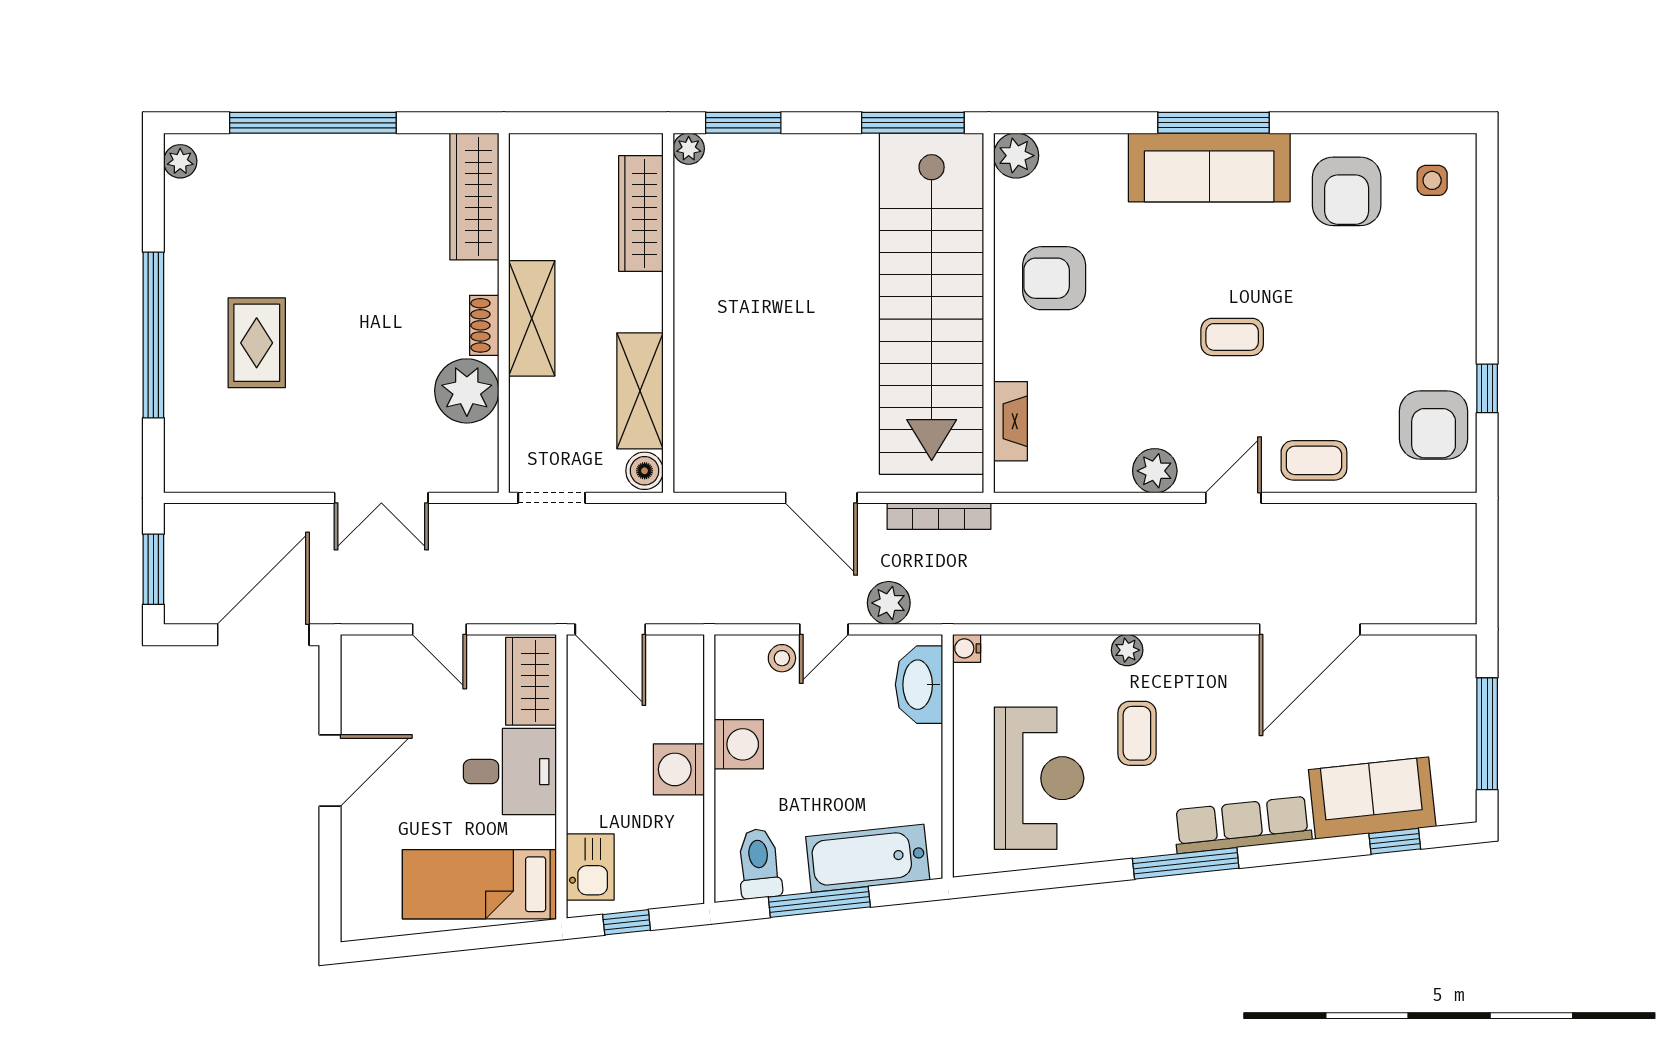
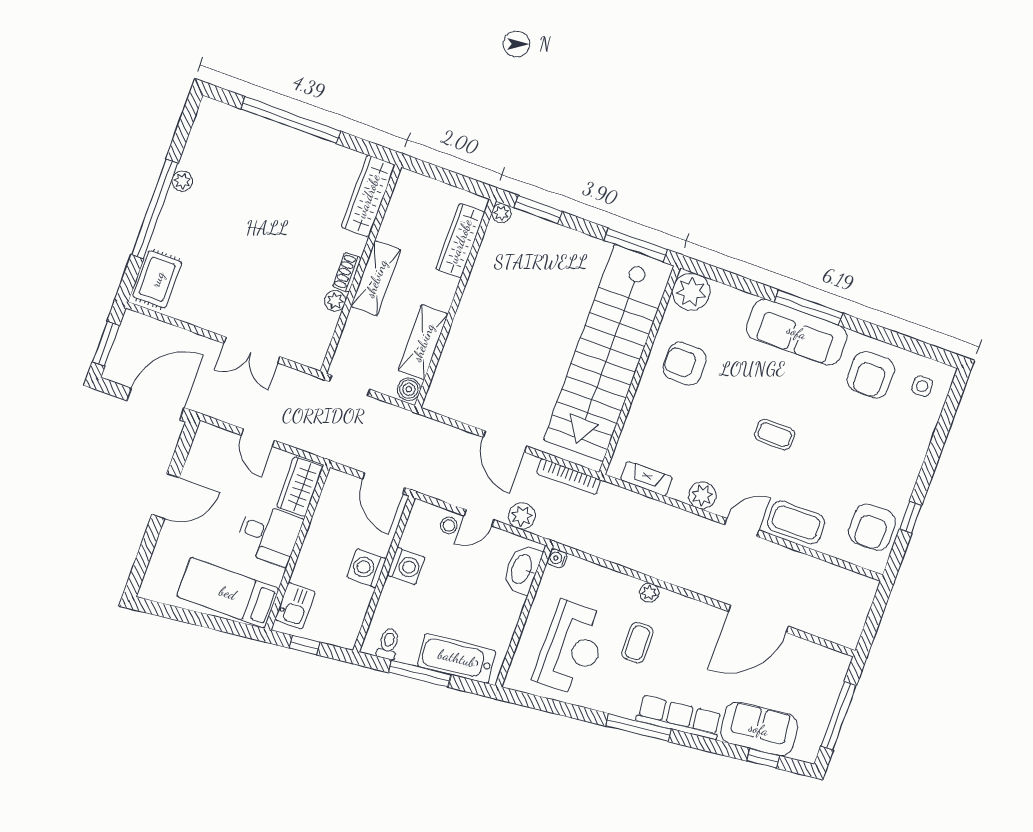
plant: (1016, 156) -> (691, 292), width x1.36, depth x1.36
plant: (180, 161) -> (182, 181), moved
rug: (257, 343) -> (157, 279), moved
plant: (467, 391) -> (335, 301), width x0.53, depth x0.53
fireplace: (1011, 421) -> (646, 479), moved, turned -90
coffee table: (1314, 460) -> (796, 523), width x1.36, depth x1.30
door: (610, 629) -> (384, 483), moved
toilet: (759, 864) -> (388, 644), width x0.73, depth x0.72

